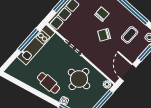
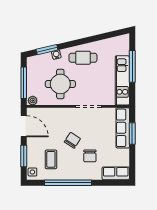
window: (28, 40) -> (132, 66), moved

